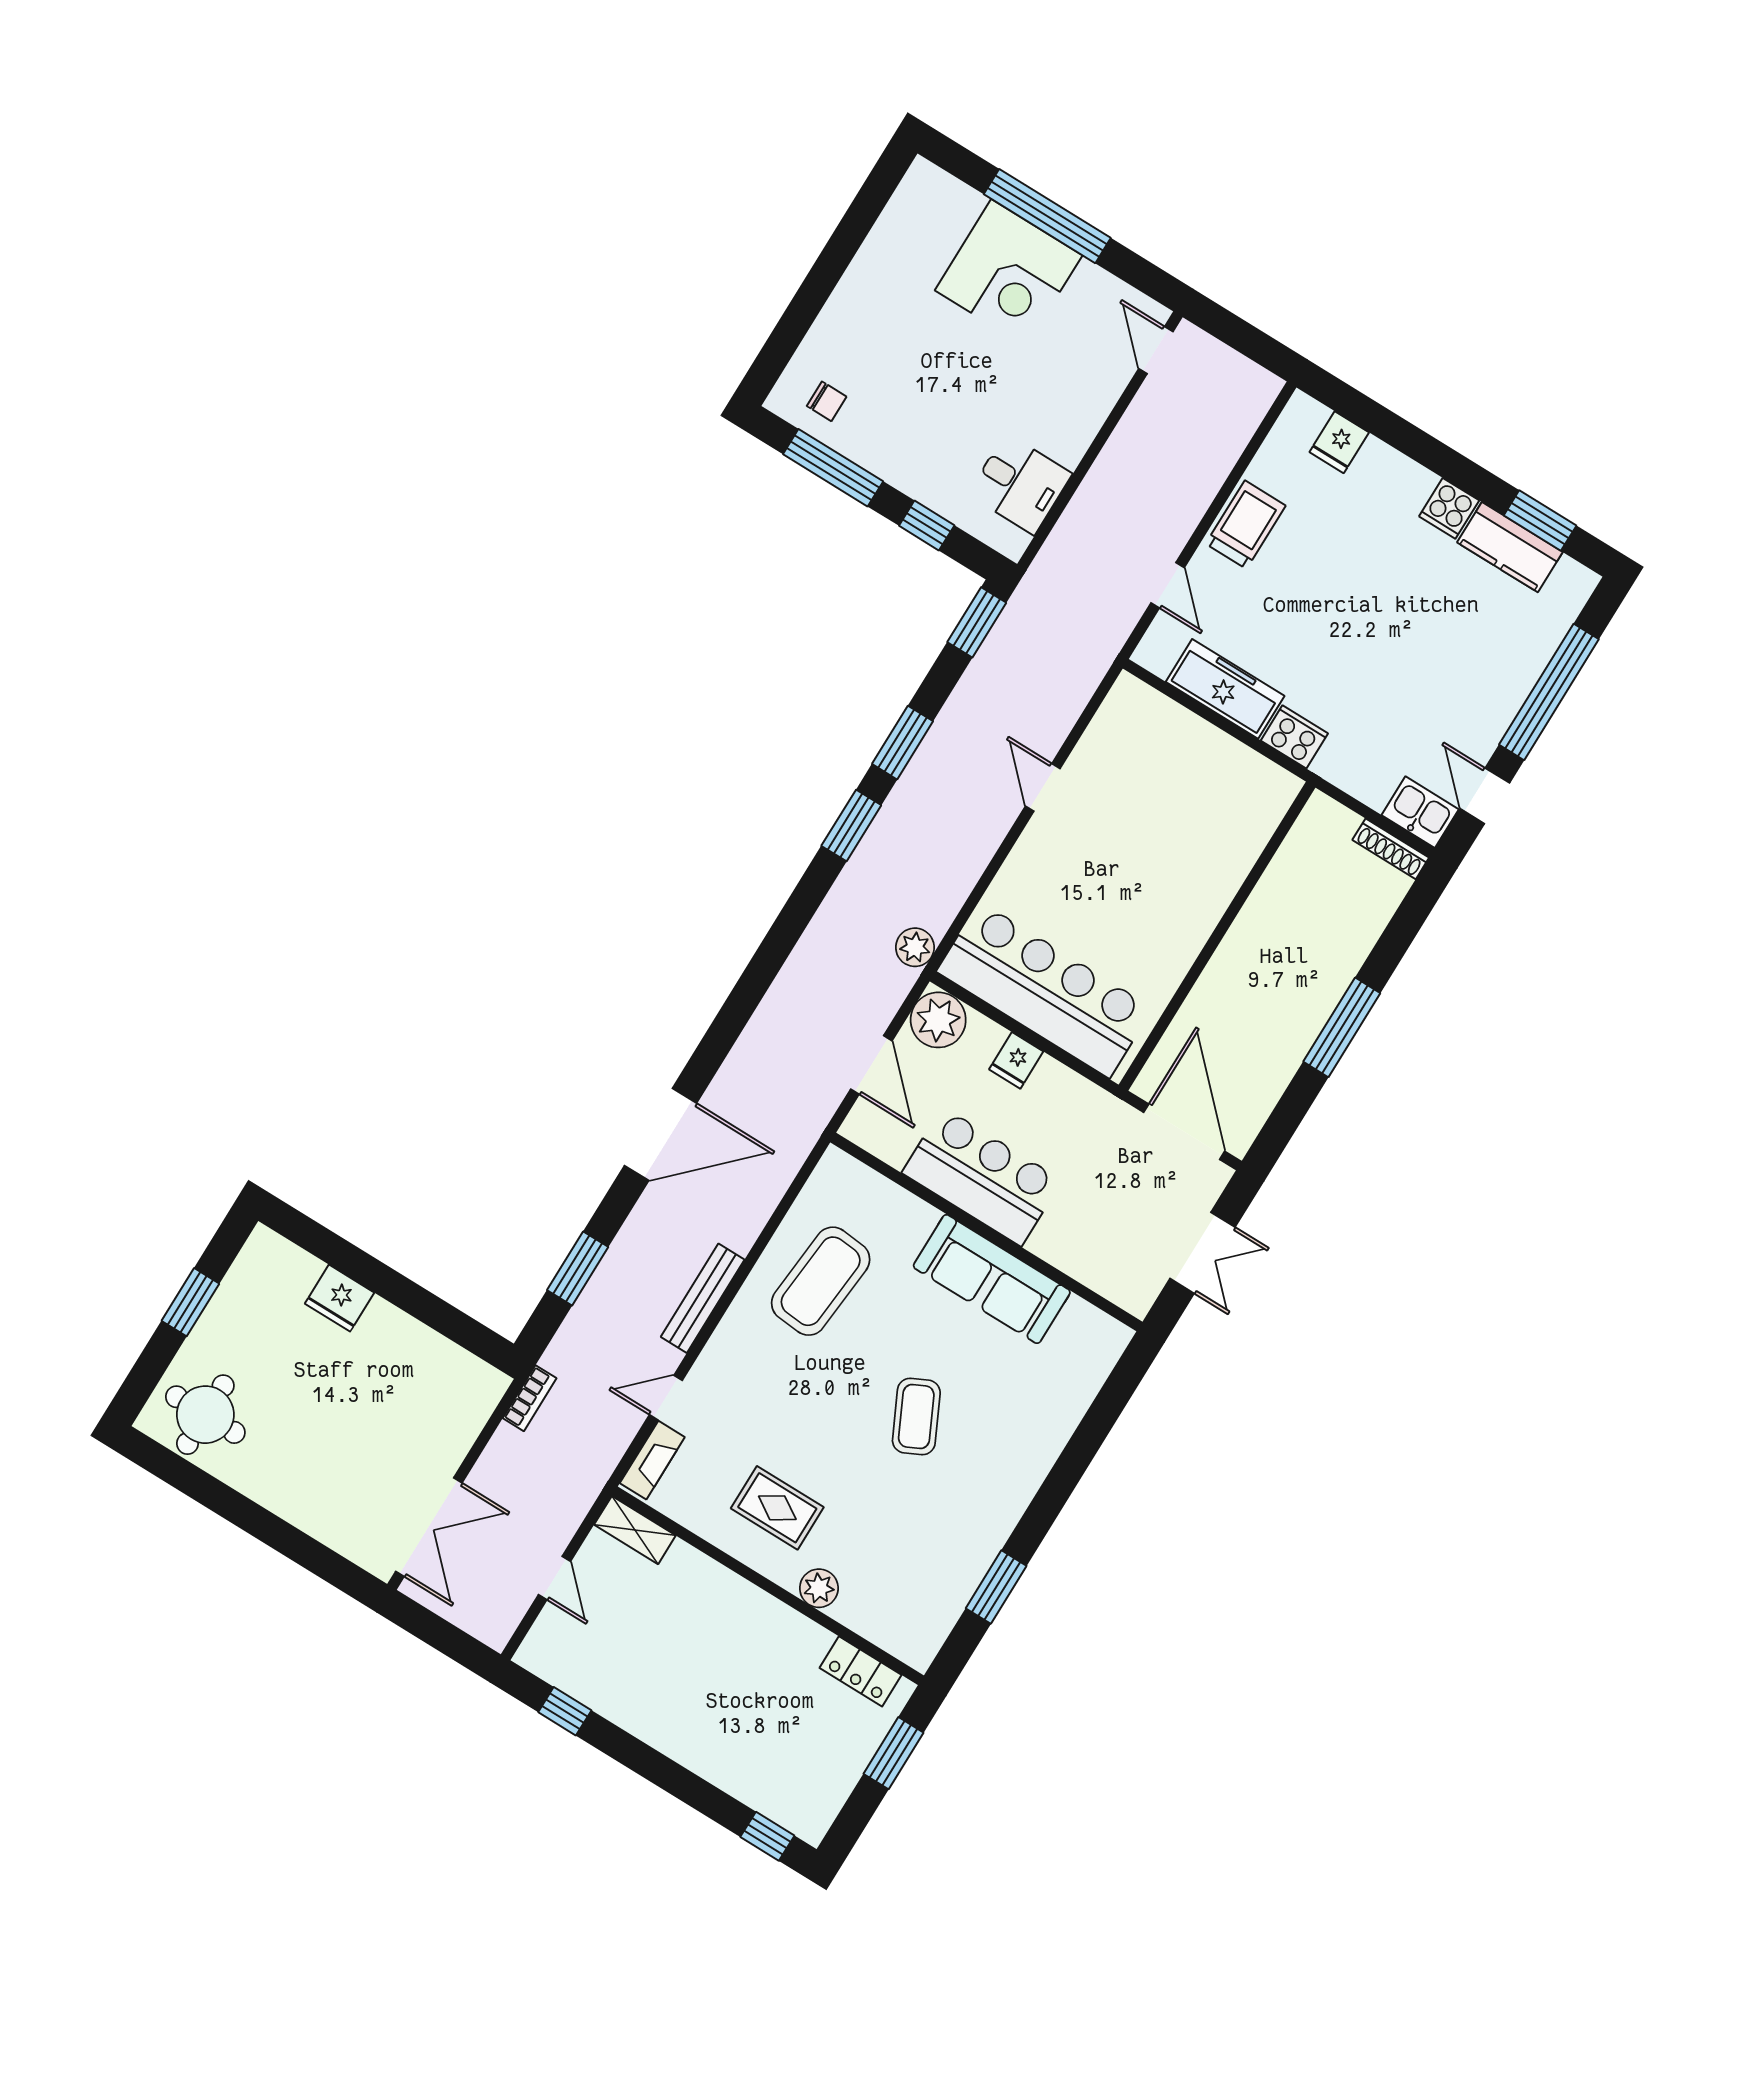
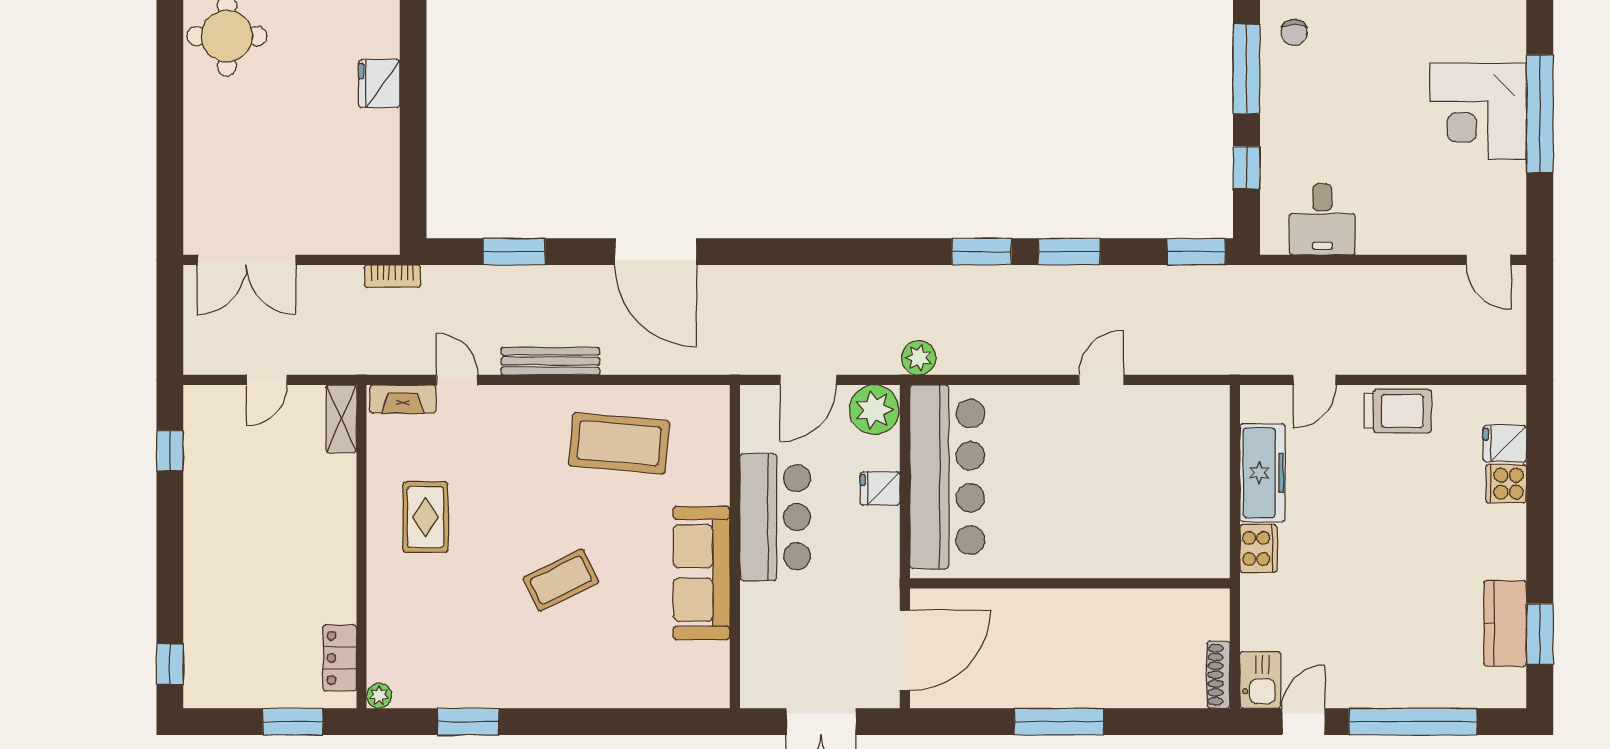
door: (1156, 350) -> (1489, 260), swing flipped
cooker: (1449, 508) -> (1506, 484), moved
plant: (819, 1588) -> (379, 696), moved, width x0.73, depth x0.73

